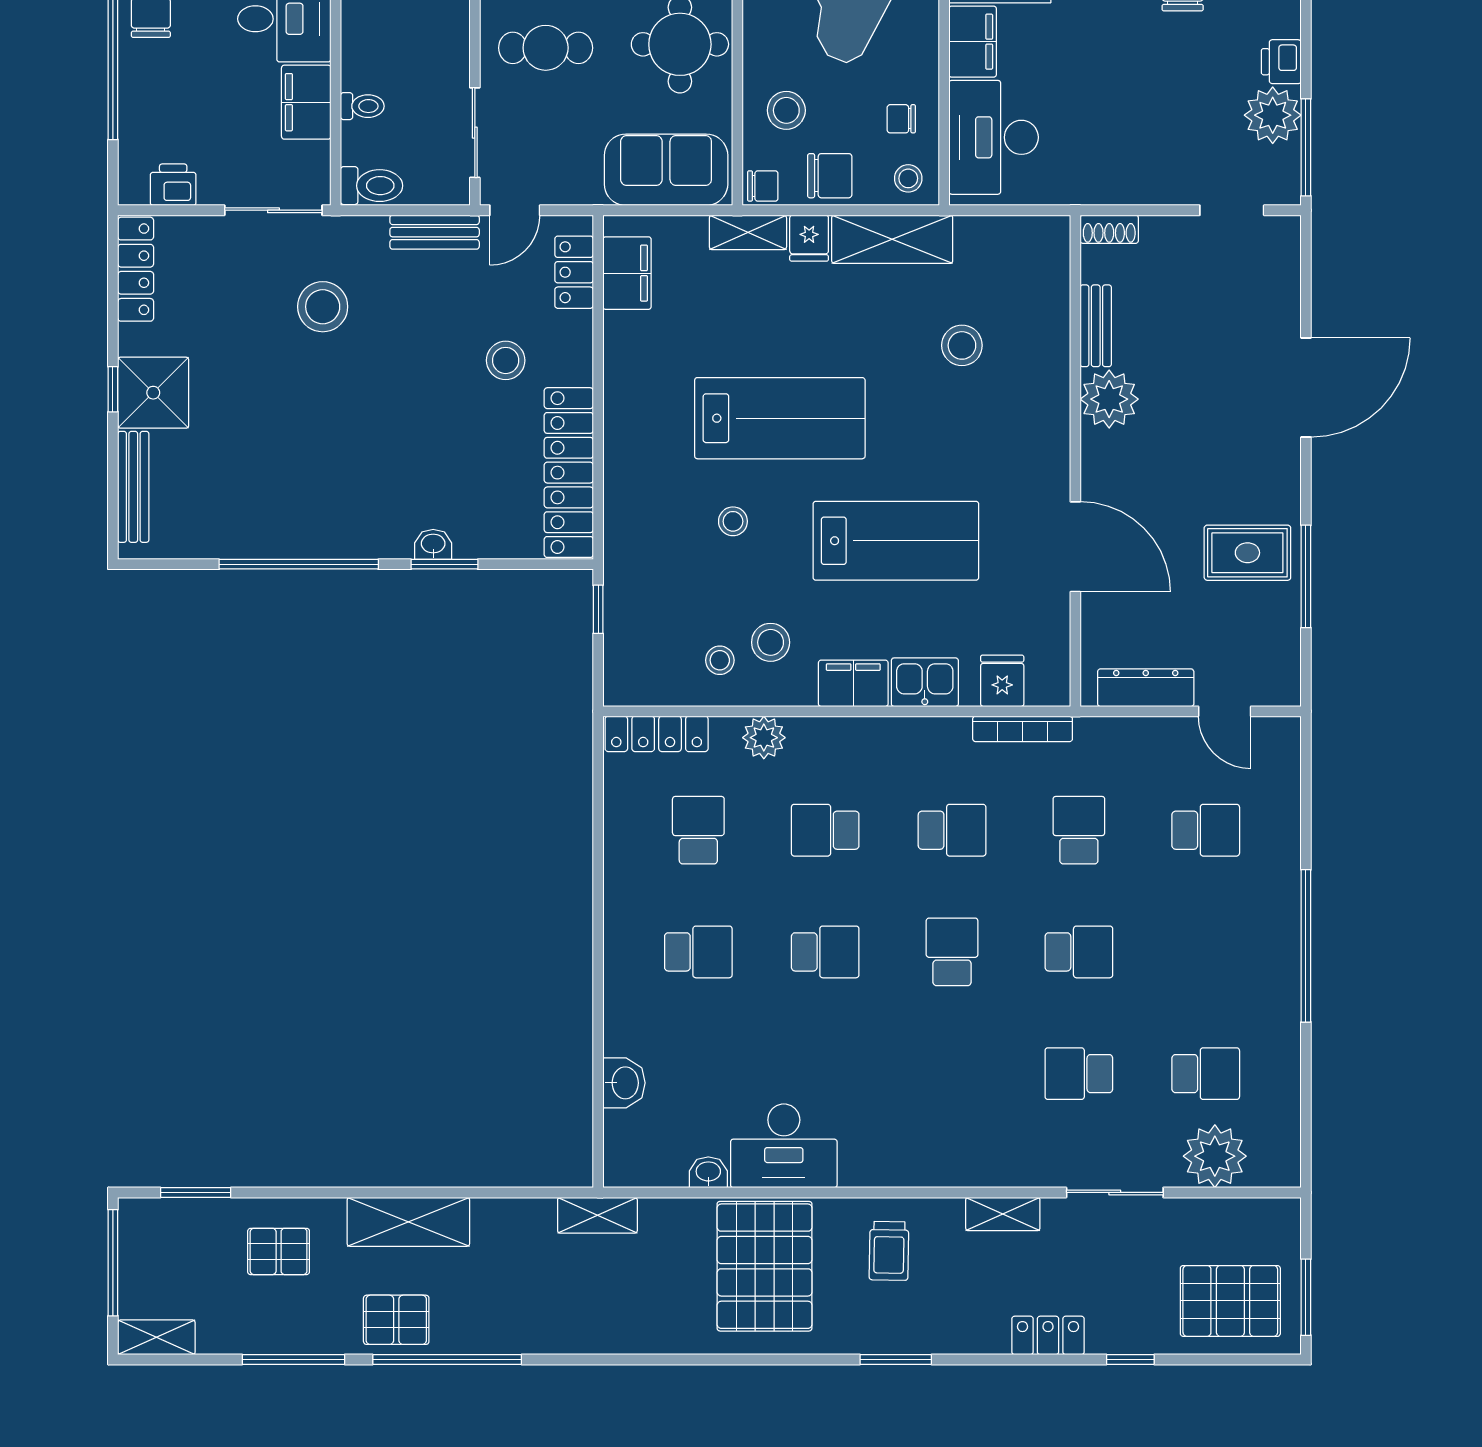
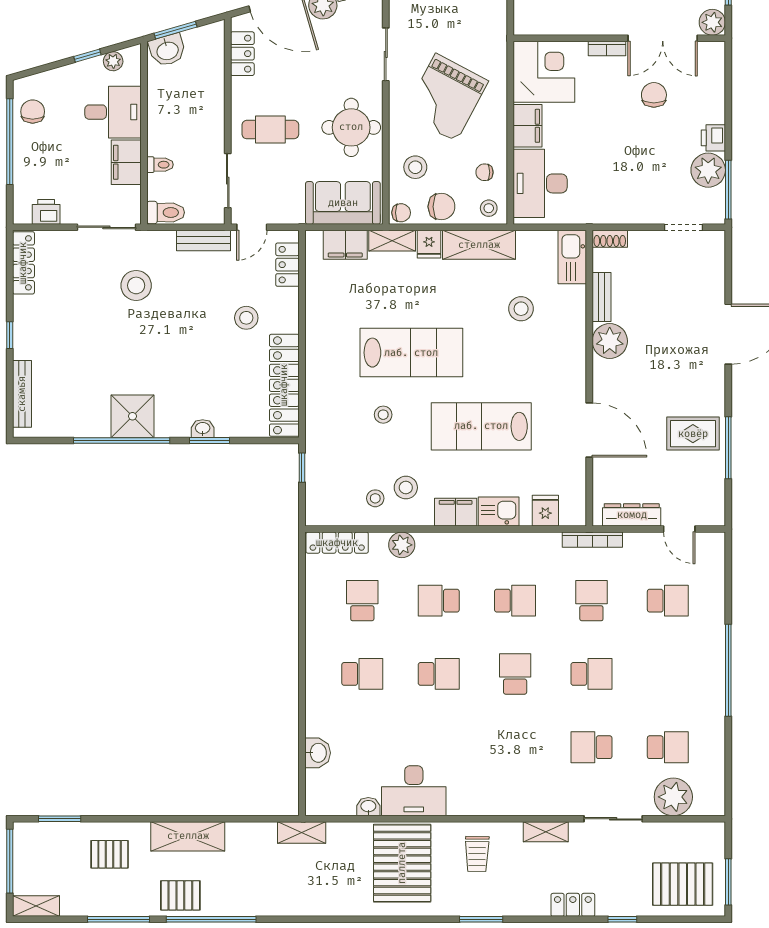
kitchen sink: (1047, 260) -> (572, 257), added
filing cabinet: (627, 273) -> (345, 245), moved, turned 90
shower: (153, 393) -> (132, 416), moved
lab bench: (896, 541) -> (481, 426), turned 180
bookcase: (1023, 729) -> (592, 540), moved

